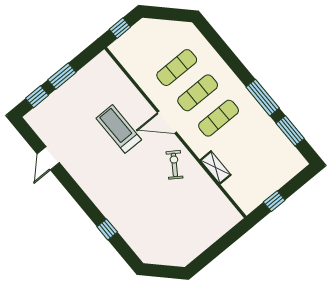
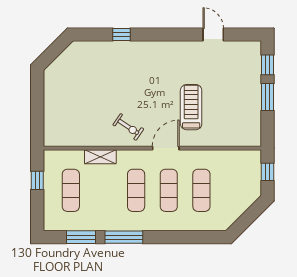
treadmill: (119, 129) -> (191, 107), turned -90
exercise mat: (260, 169) -> (71, 190), added

